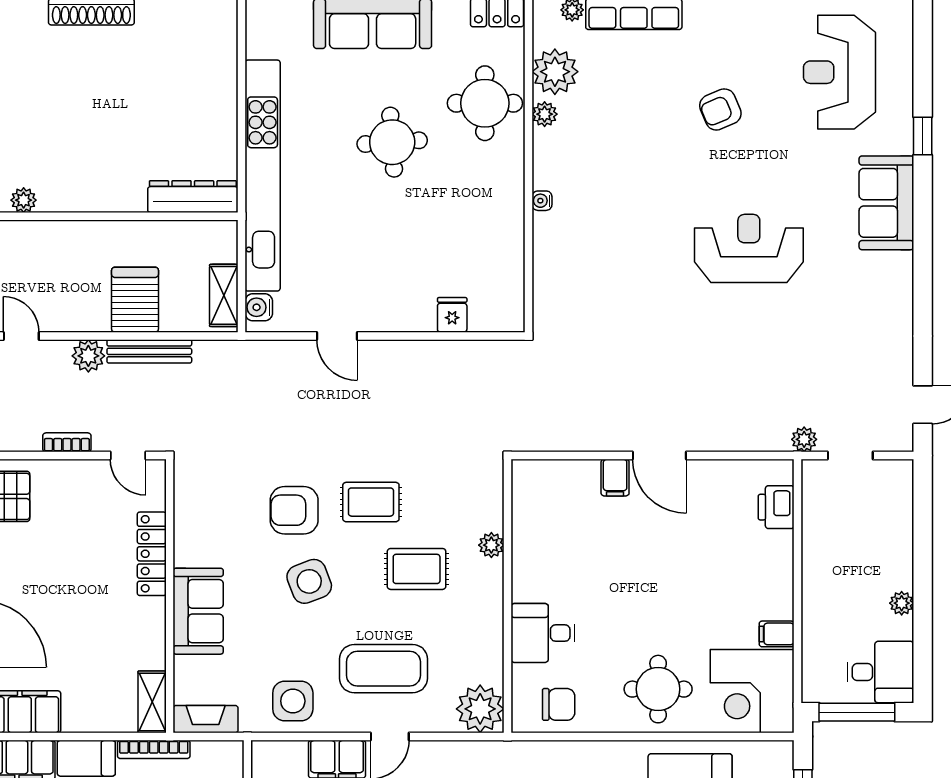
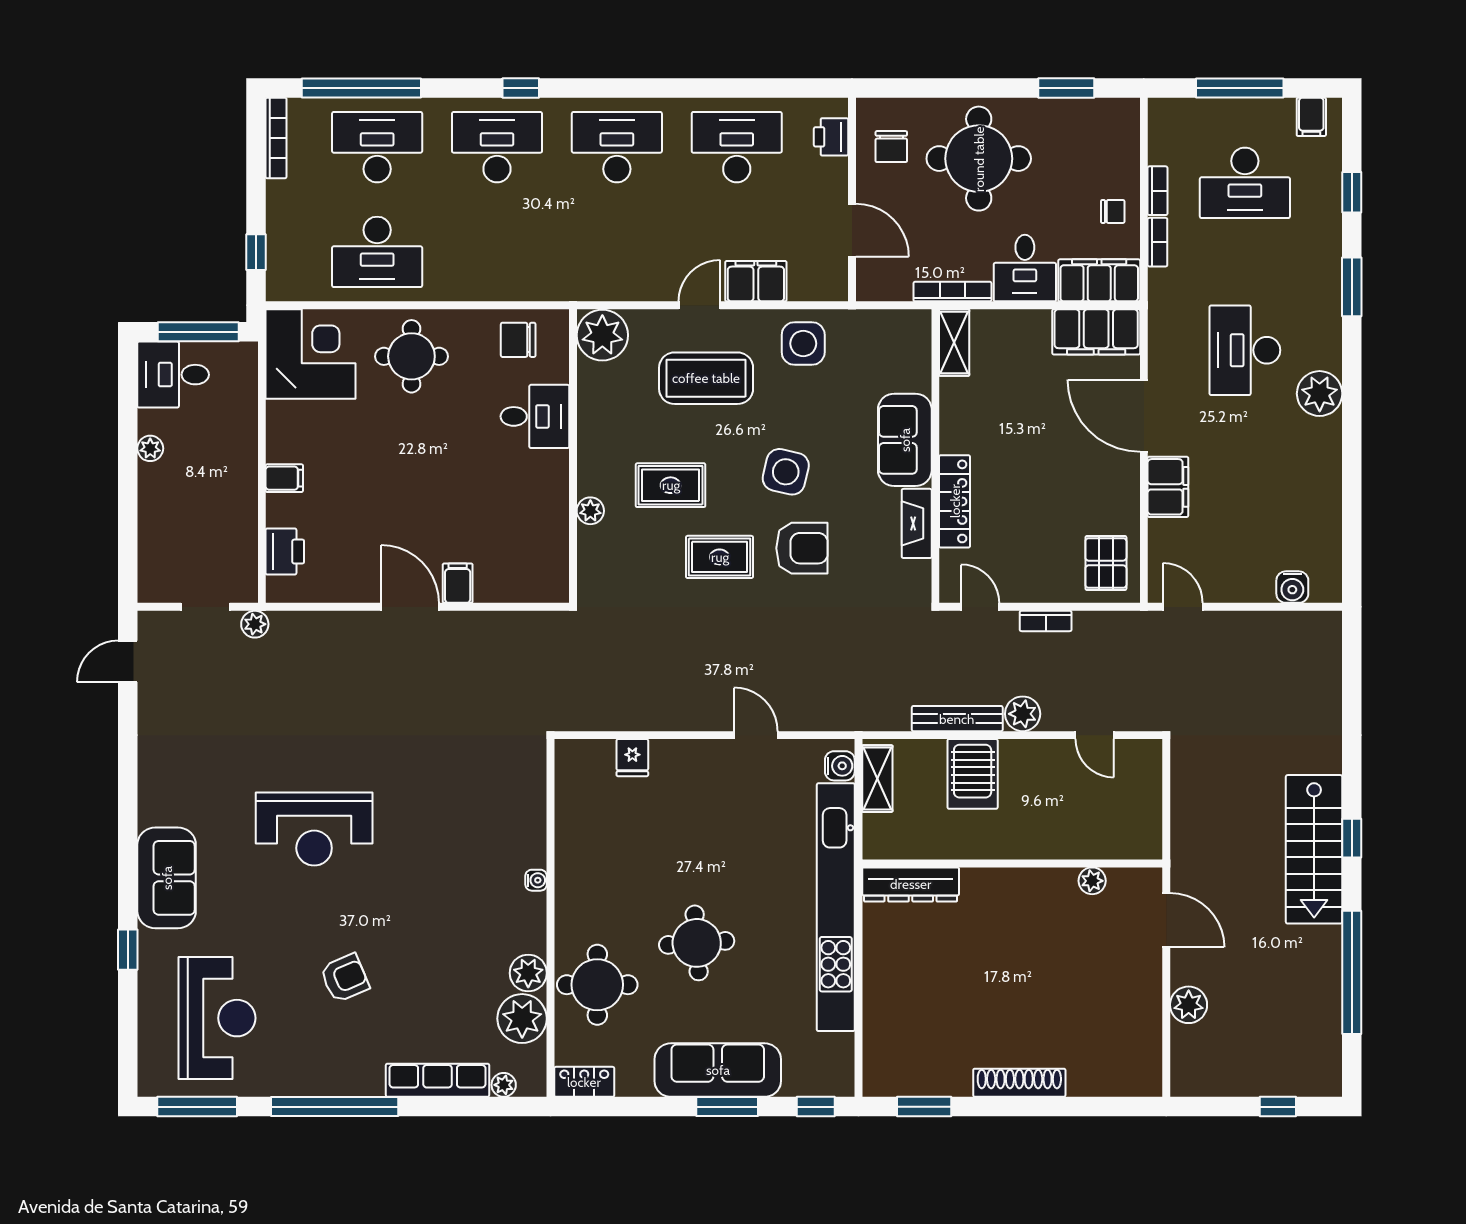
plant: (545, 114) -> (528, 973), width x1.38, depth x1.38
side table: (309, 581) -> (786, 472), turned 34
filing cabinet: (777, 634) -> (284, 478), moved
fireplace: (206, 719) -> (917, 523), moved, turned 90

